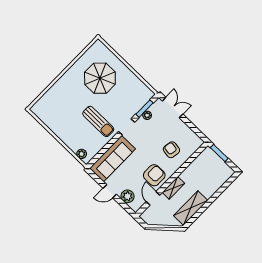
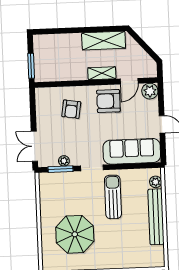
bench: (62, 134) -> (156, 217), added
plant: (127, 196) -> (150, 91), moved

